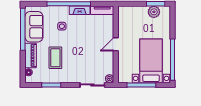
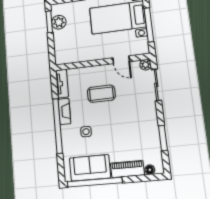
door: (116, 44) -> (121, 60), moved
coffee table: (55, 58) -> (101, 94), moved

